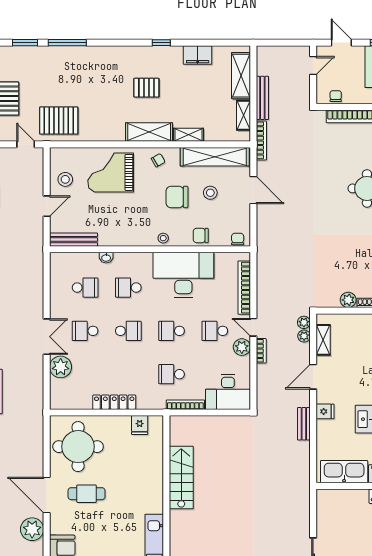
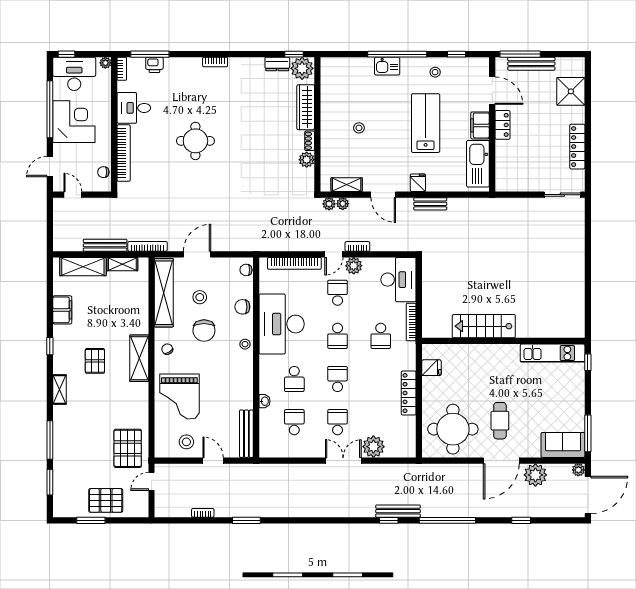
shelving: (189, 135) -> (60, 389), moved
chair: (201, 235) -> (242, 307), turned 90
school desk: (85, 331) -> (338, 422), turned 180
school desk: (215, 331) -> (338, 293), turned 180

